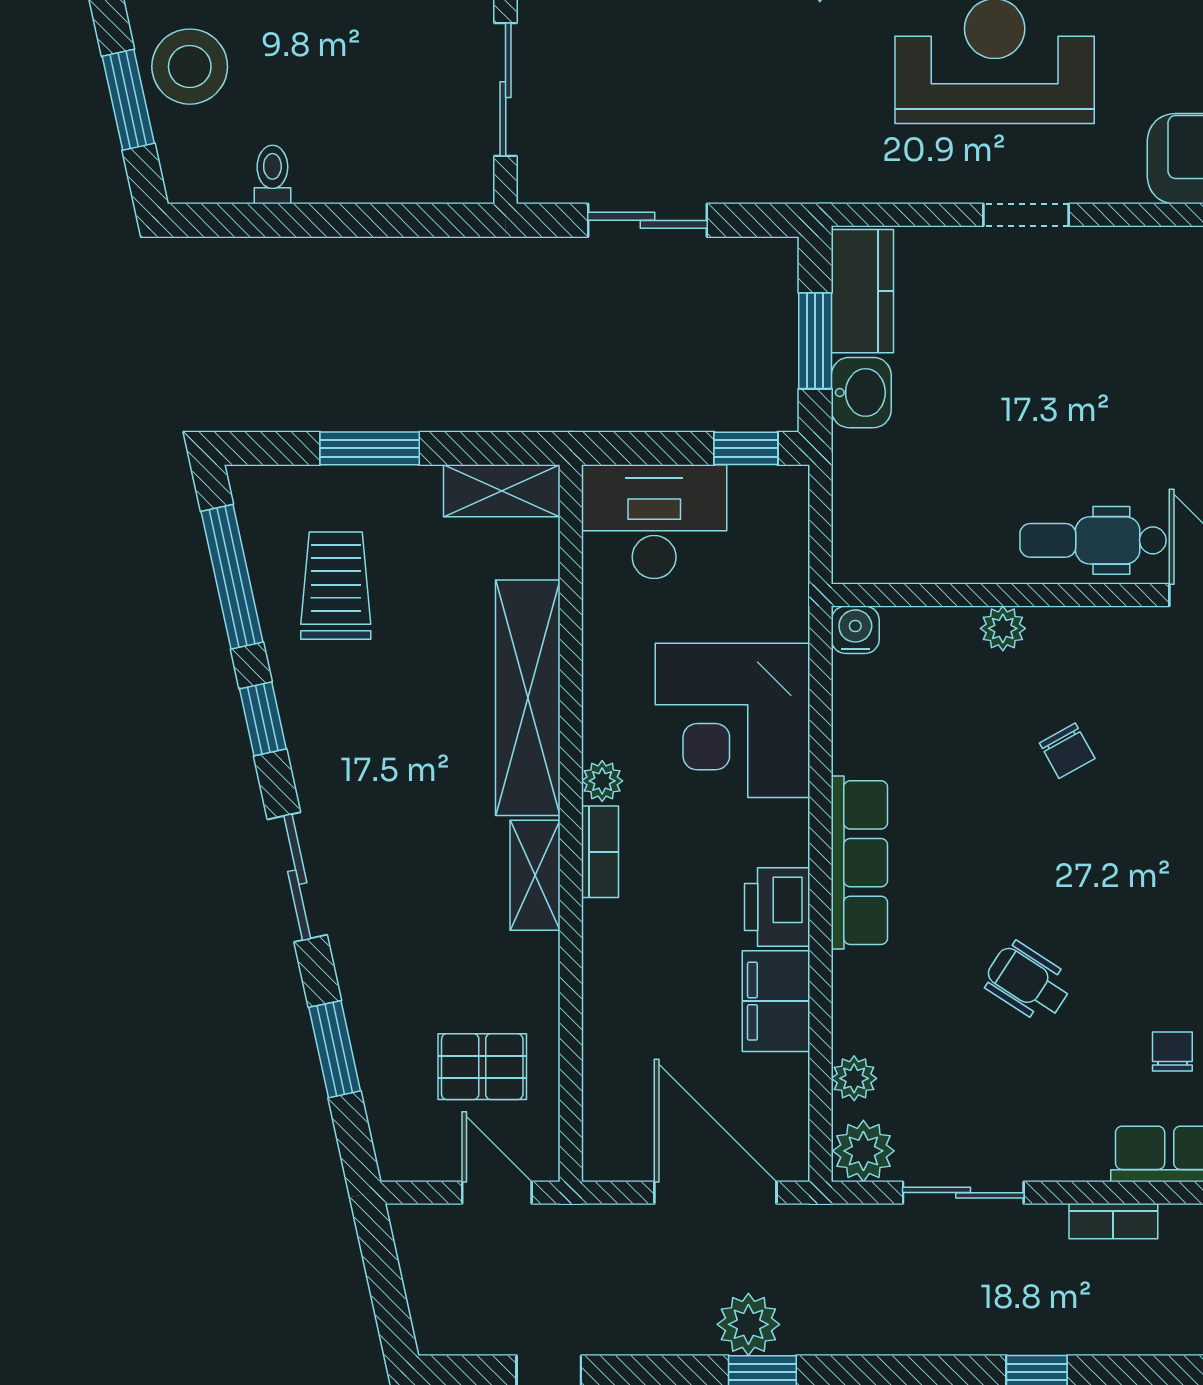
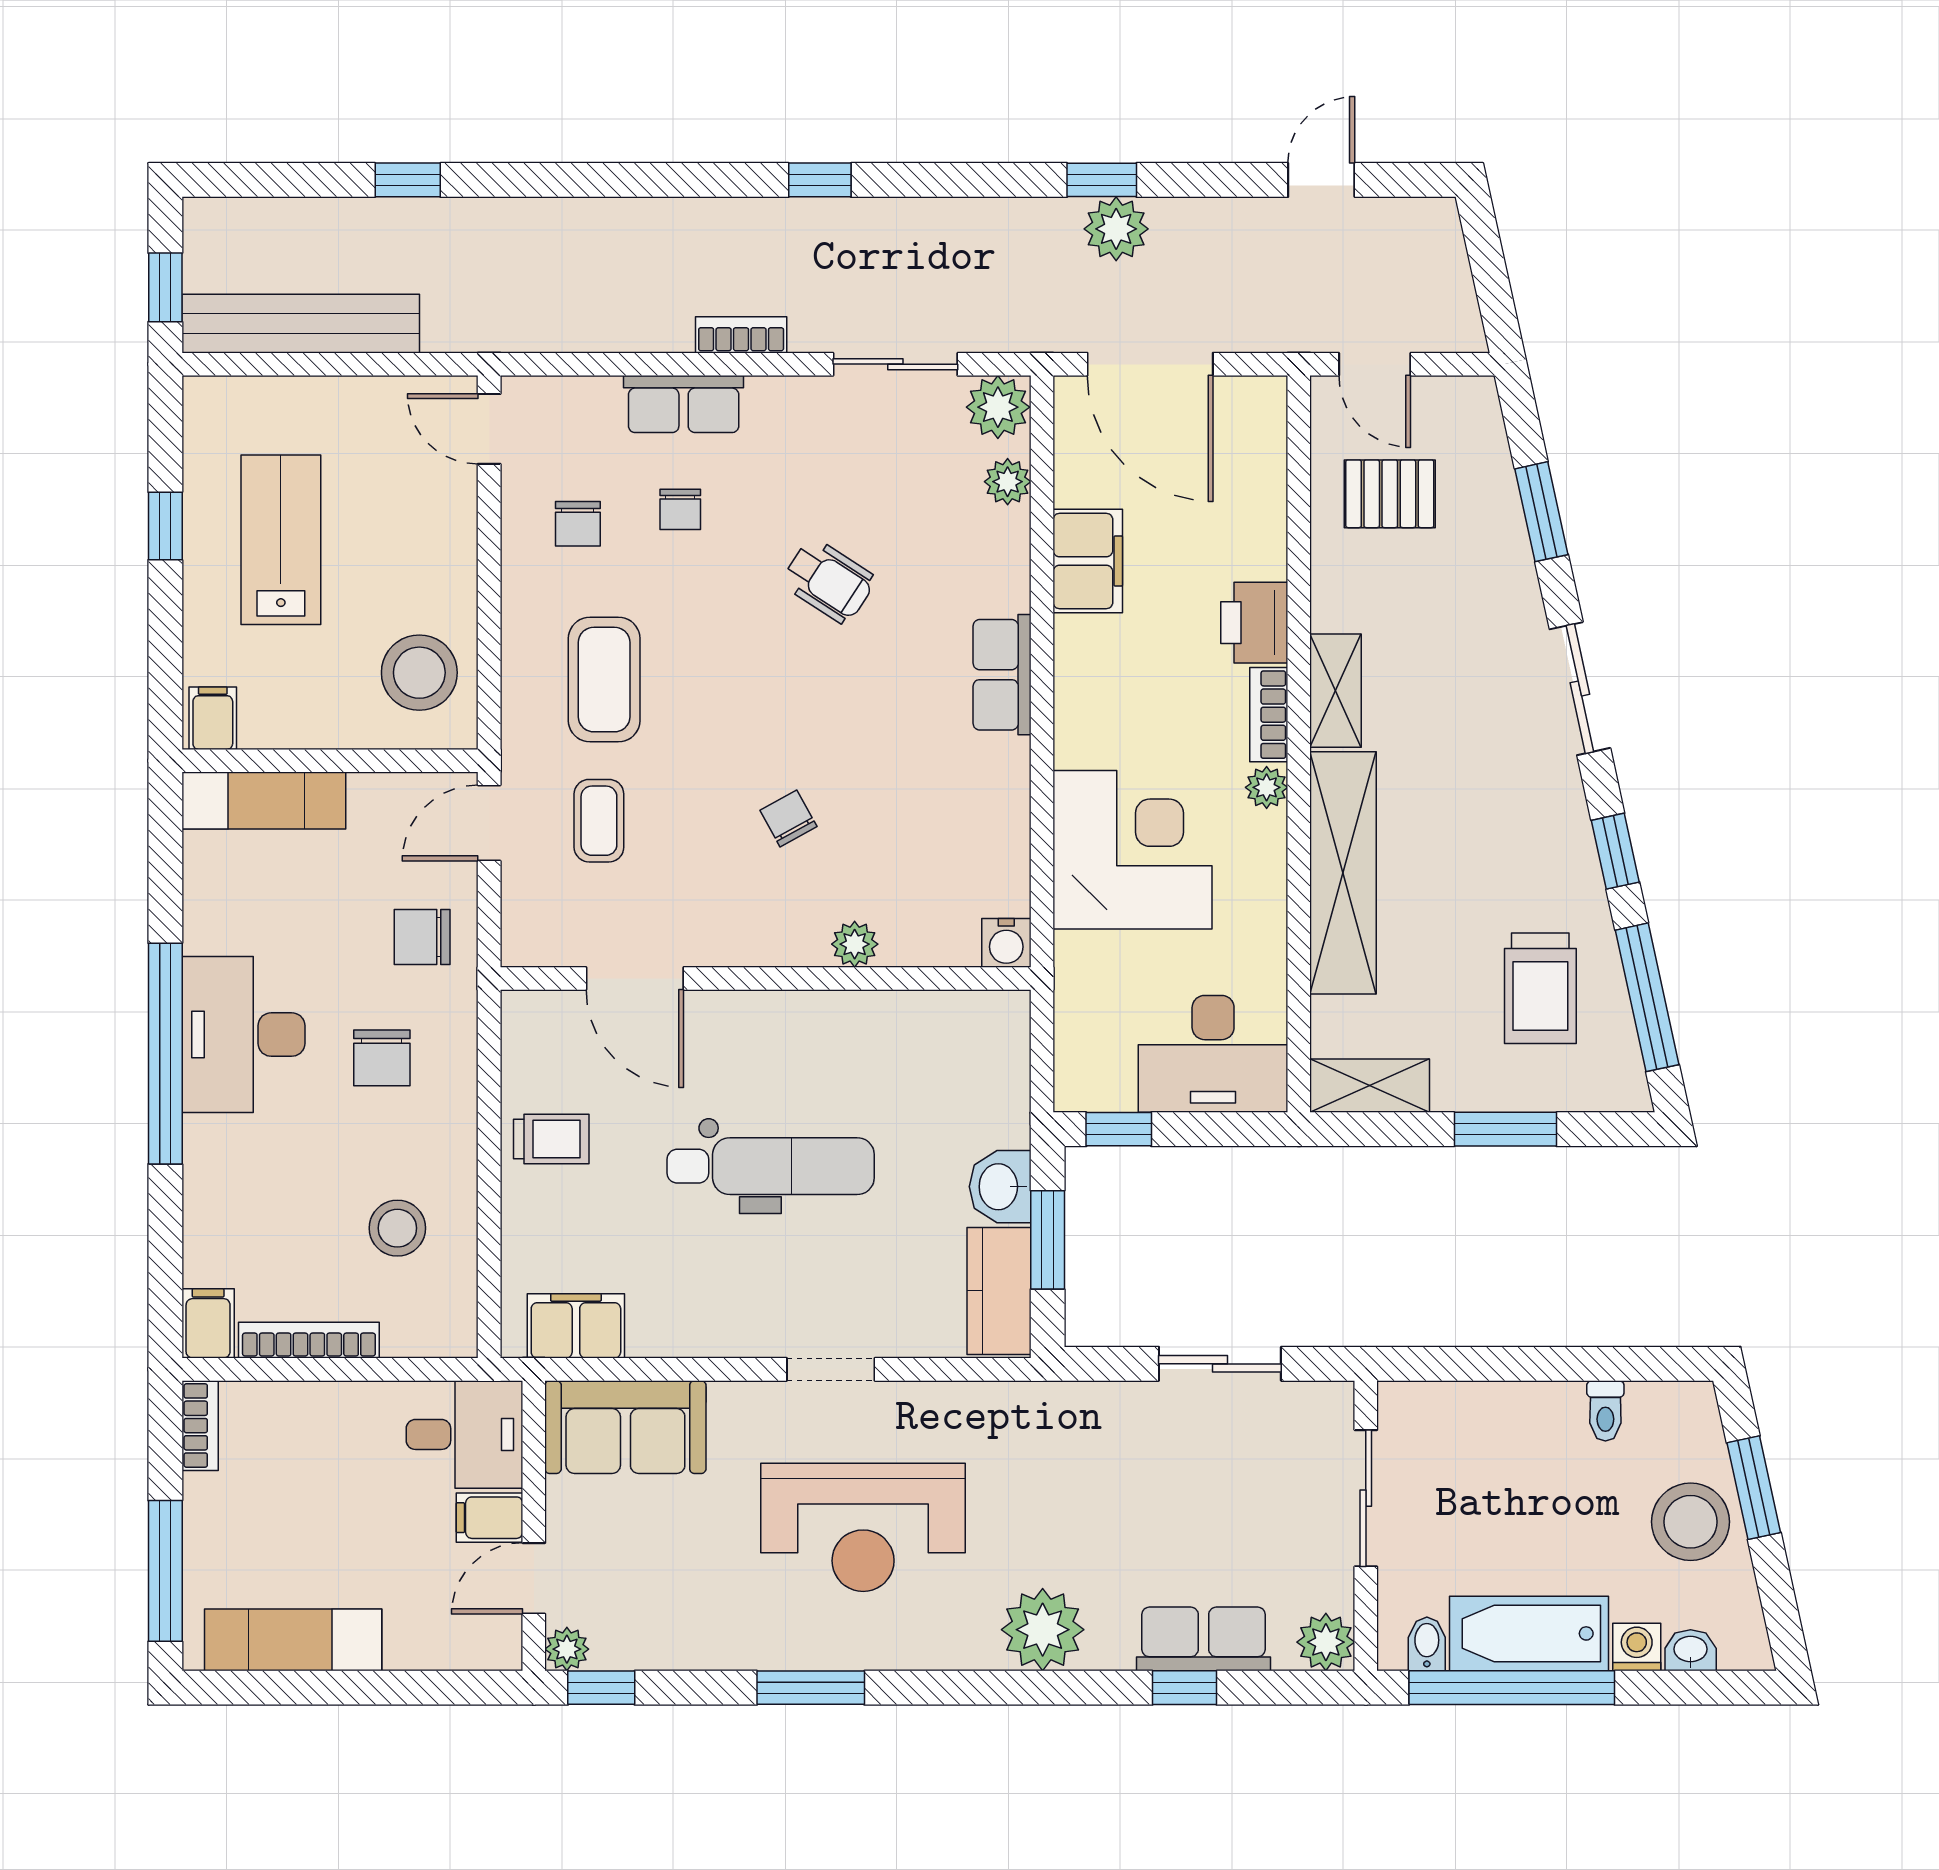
dental chair: (1093, 540) -> (771, 1166), moved, width x1.36, depth x1.38
row of seats: (859, 863) -> (1002, 675), width x0.68
printer: (777, 907) -> (1254, 623), moved, turned 180

